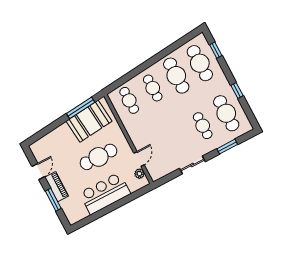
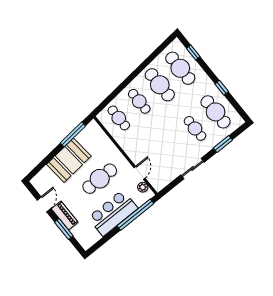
booth: (89, 121) -> (69, 160), moved
window: (127, 199) -> (135, 215), added

